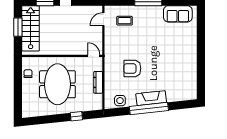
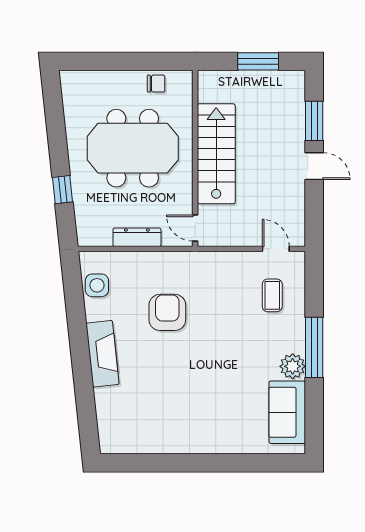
plant: (157, 11) -> (293, 366), added
stairs: (31, 28) -> (216, 154), moved, turned -90
door: (94, 56) -> (195, 228), swing flipped
window: (149, 108) -> (80, 349), removed

